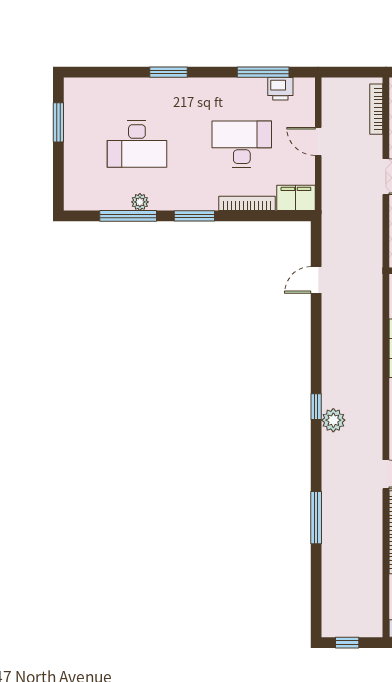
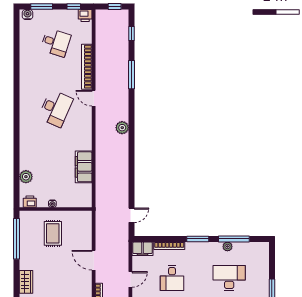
door: (318, 141) -> (130, 279), hinge flipped
desk: (242, 144) -> (172, 278), width x0.73
door: (316, 280) -> (132, 215), moved
window: (316, 407) -> (132, 34), moved

